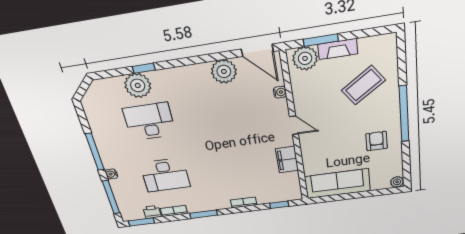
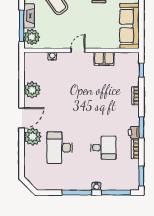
window: (321, 40) -> (22, 26), width x1.44
door: (257, 50) -> (22, 118), moved
window: (144, 68) -> (22, 141), removed
plant: (138, 85) -> (33, 137), moved
desk: (165, 175) -> (103, 148), width x0.73
printer: (152, 212) -> (134, 132), moved

